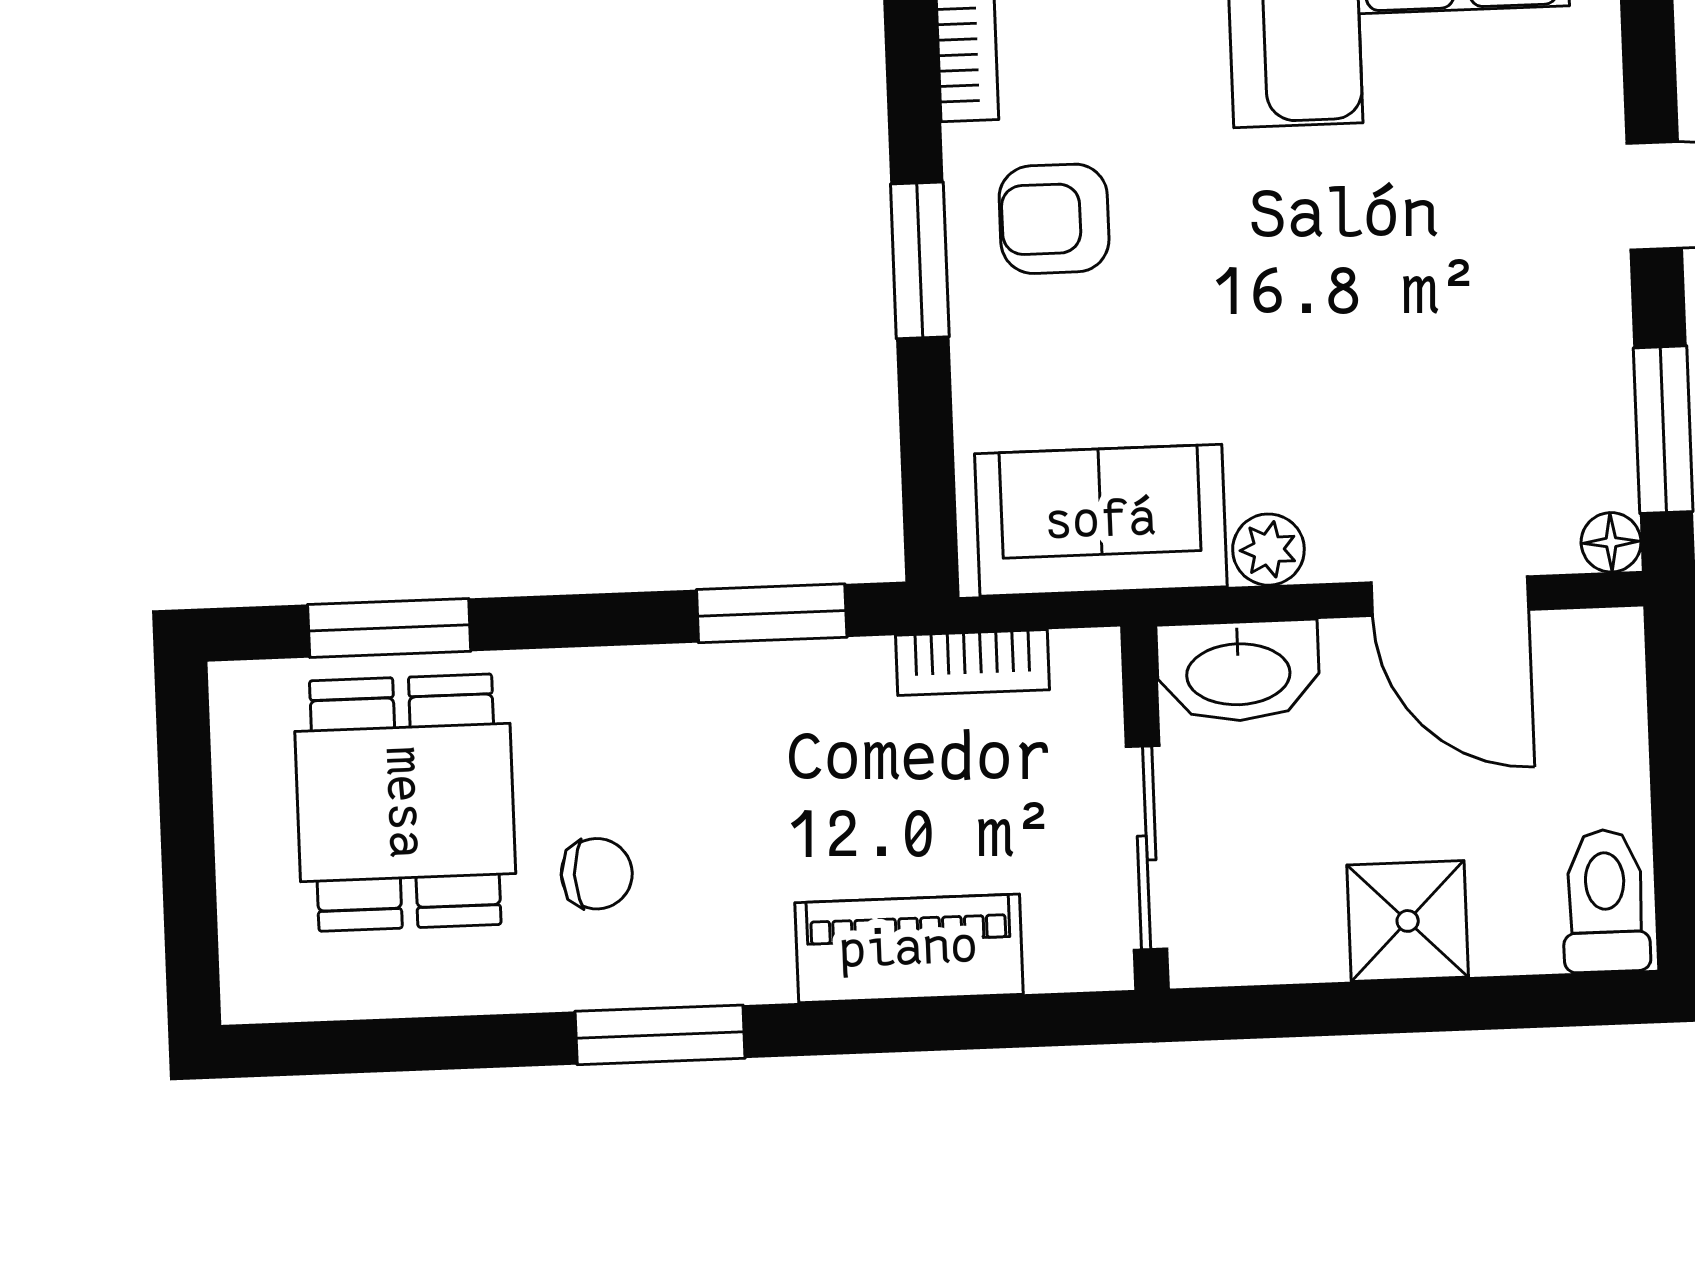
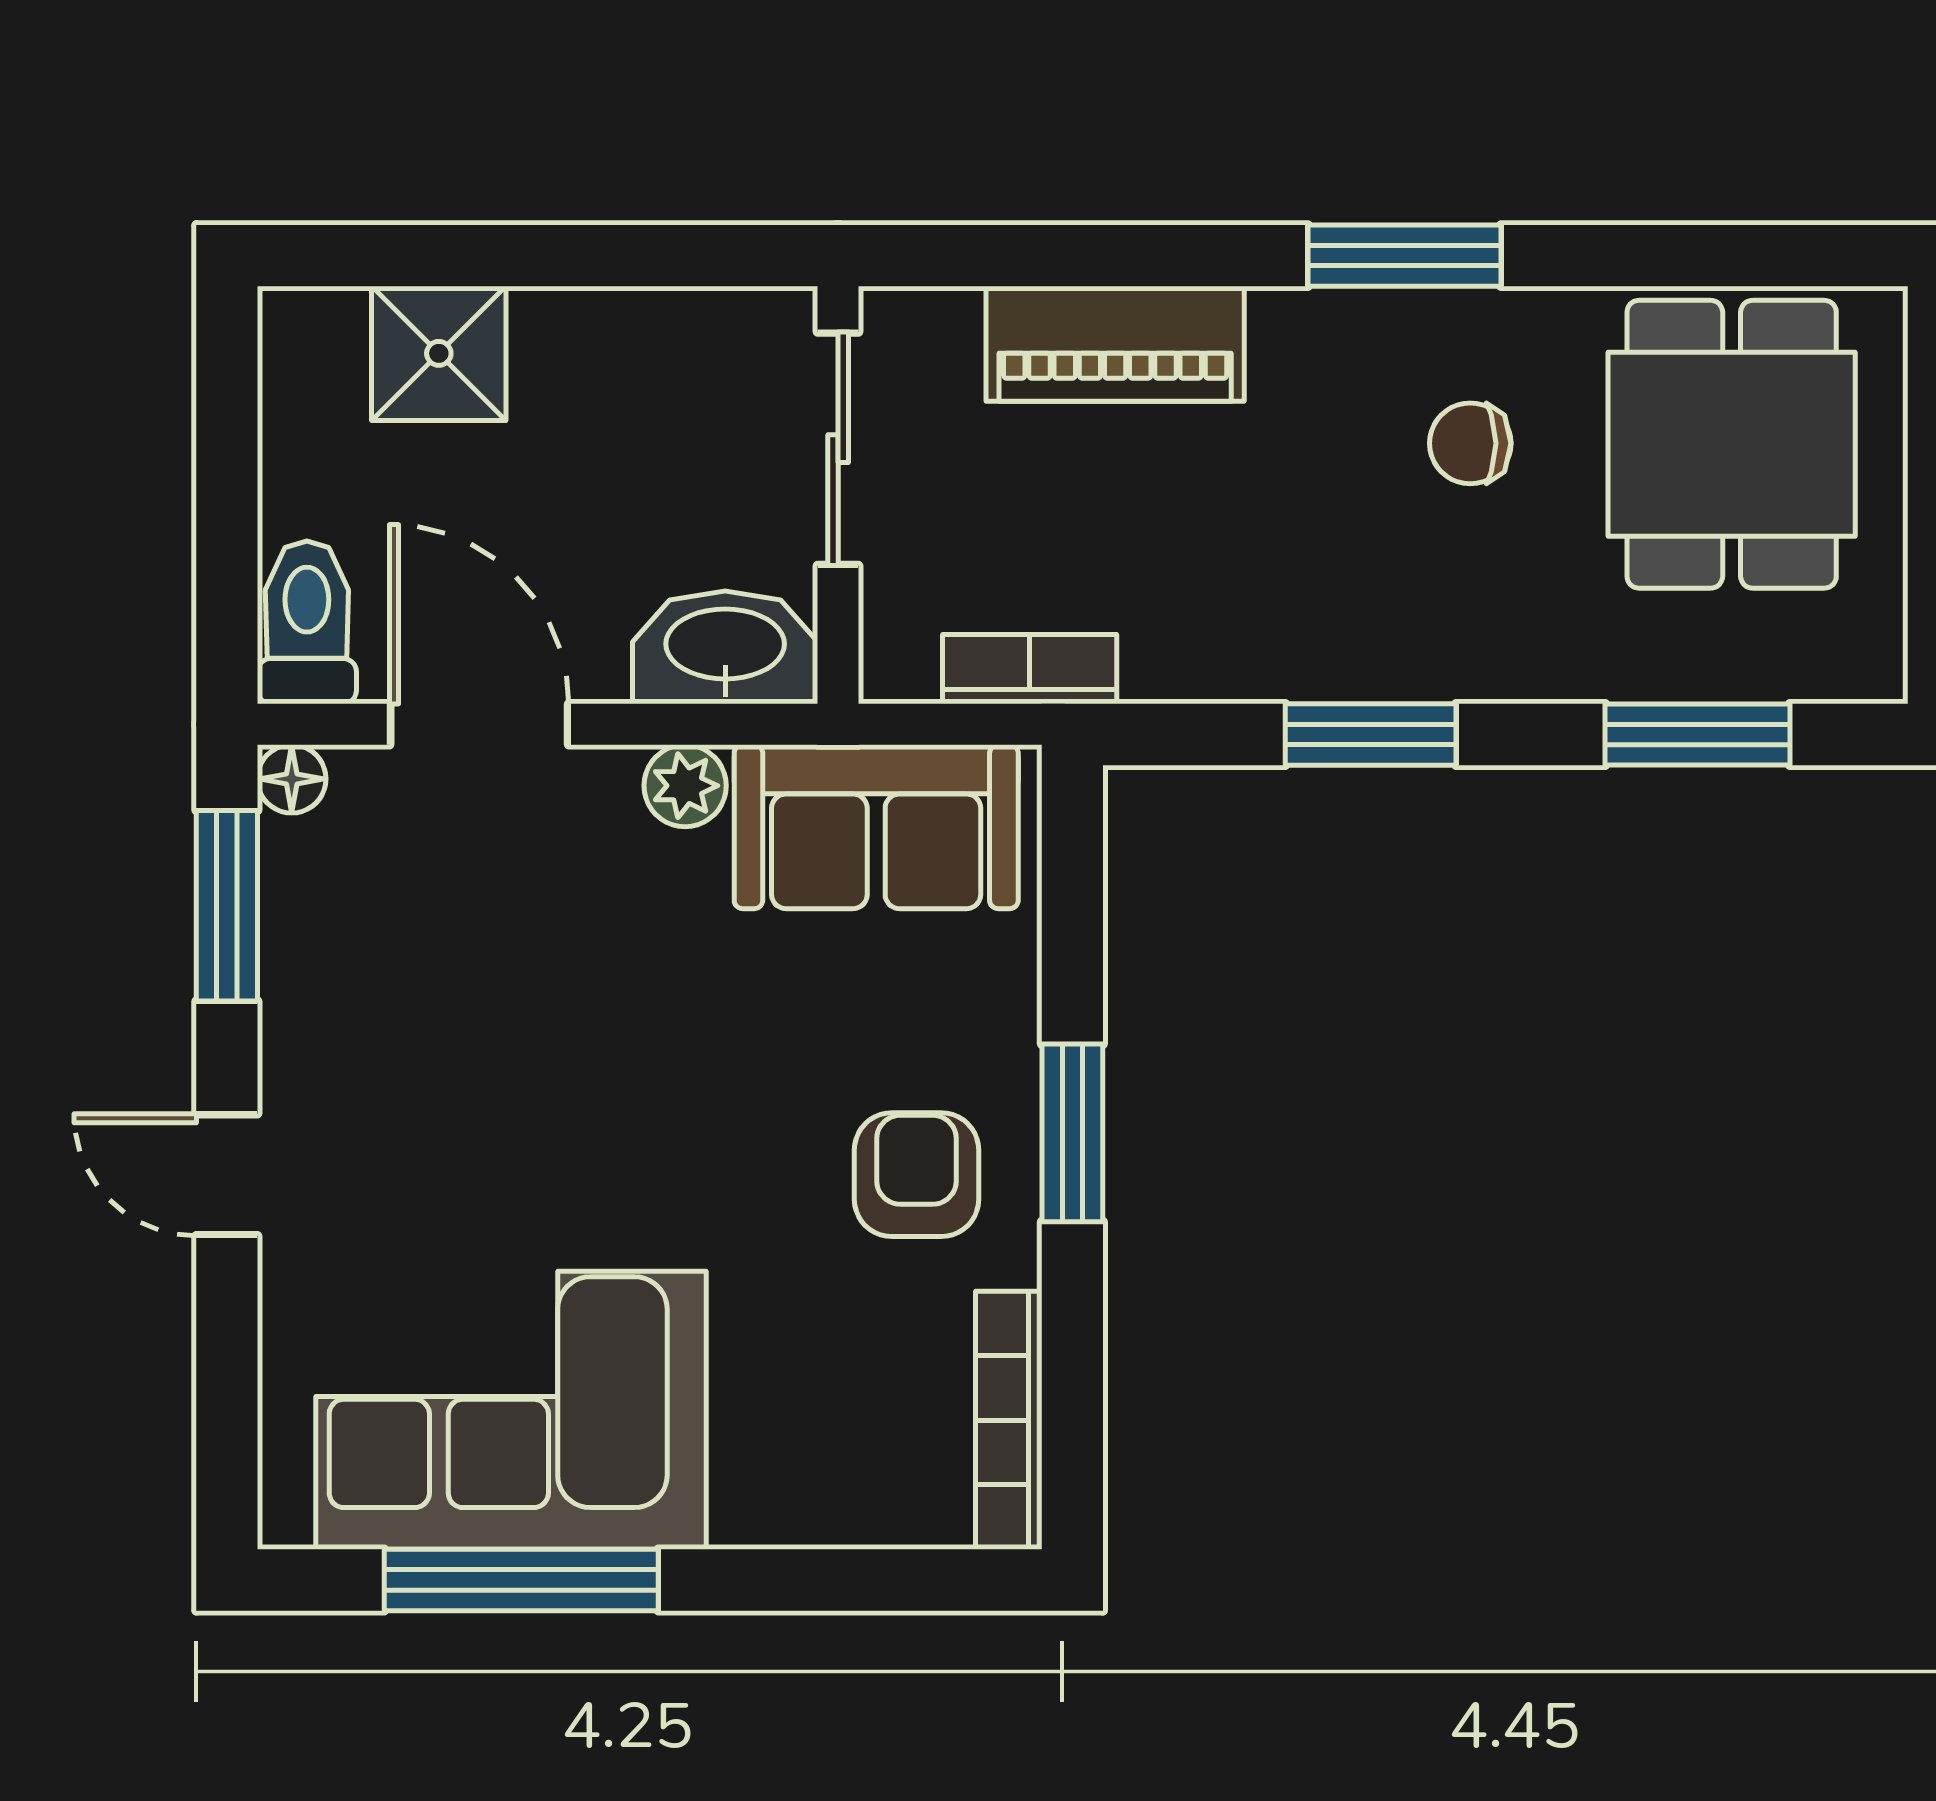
armchair: (1054, 219) -> (917, 1175), turned -90
window: (772, 613) -> (1371, 734), moved
dining table: (405, 803) -> (1732, 444), moved
toilet: (1605, 901) -> (307, 622), moved, turned 180
shower: (1408, 921) -> (439, 353), moved

